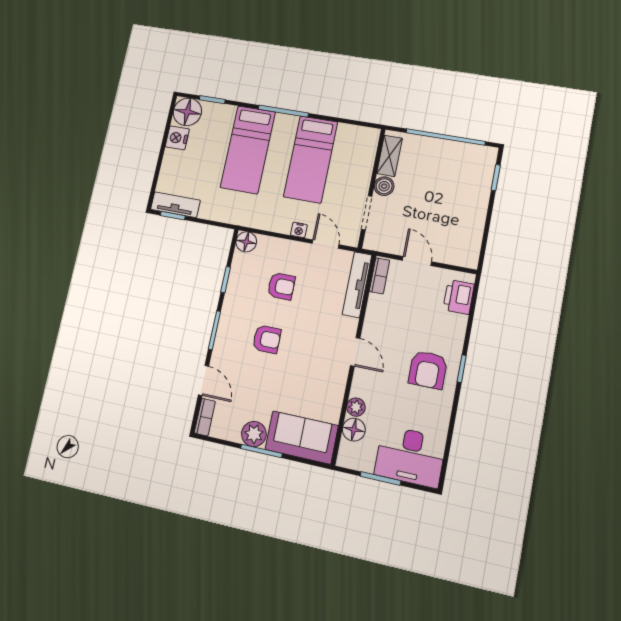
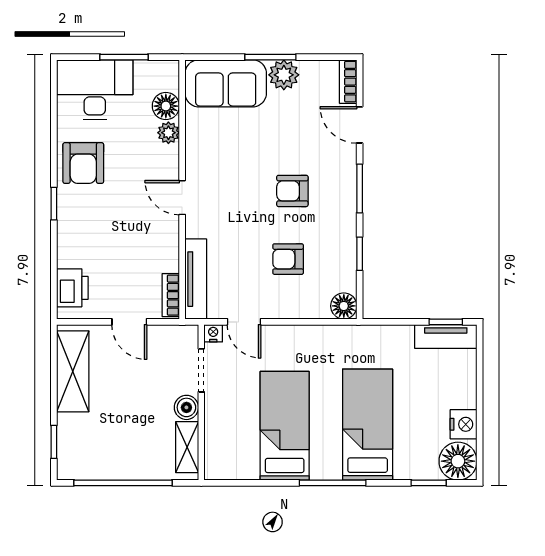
nightstand: (299, 230) -> (213, 333), moved
shelving: (470, 230) -> (73, 371), added
armchair: (428, 370) -> (83, 163), moved, turned 180

